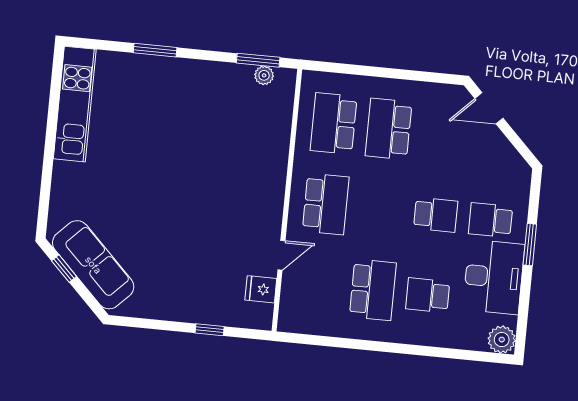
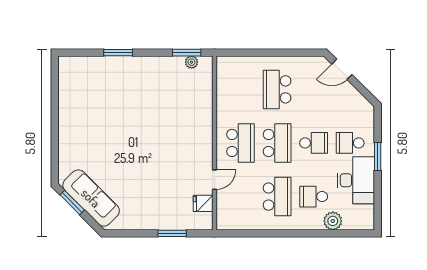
kitchen unit: (75, 104) -> (69, 93), removed
school desk: (334, 123) -> (277, 143), moved, turned 180
window: (64, 269) -> (72, 202), width x1.50
window: (210, 330) -> (172, 233), width x1.50
plant: (502, 340) -> (333, 221), moved

